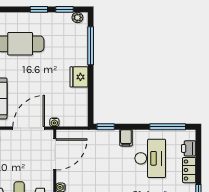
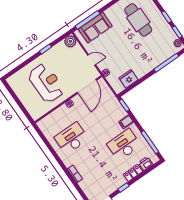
fridge: (79, 77) -> (128, 79), moved
door: (29, 128) -> (92, 60), width x0.53
door: (55, 154) -> (87, 86), hinge flipped
desk: (150, 158) -> (124, 145), turned 180

